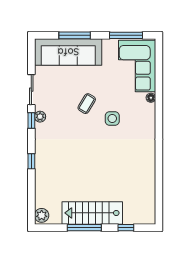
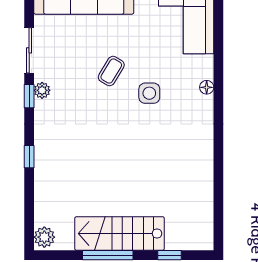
floor lamp: (151, 98) -> (207, 87), moved

